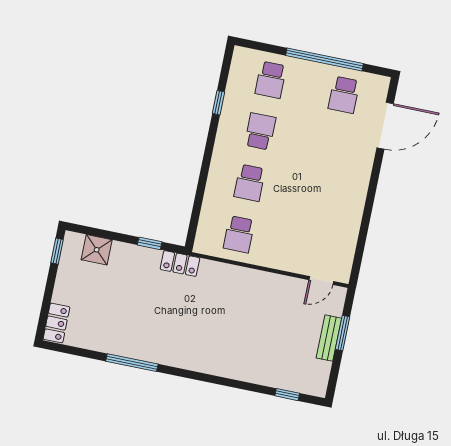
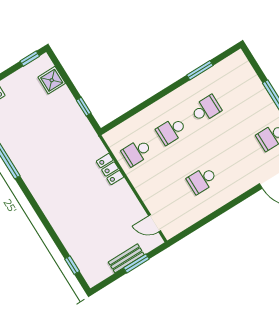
school desk: (271, 80) -> (202, 180), moved
window: (218, 103) -> (200, 70), width x1.50
locker: (180, 264) -> (110, 169), moved

